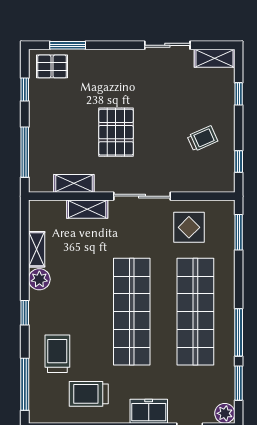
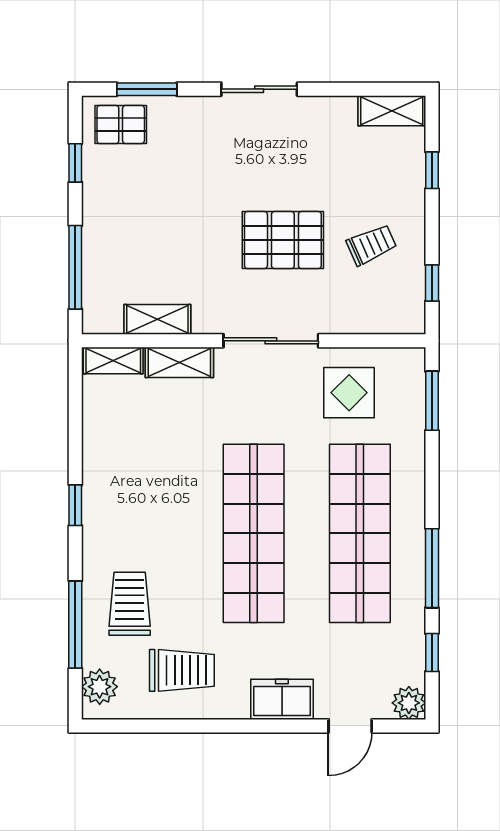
sliding door: (167, 45) -> (259, 89), moved
pallet: (116, 132) -> (283, 240), moved, turned 90
shelving: (37, 249) -> (113, 361), moved, turned 90
plant: (39, 279) -> (100, 687), moved
window: (25, 313) -> (75, 505), moved
window: (239, 383) -> (432, 653), width x0.67
window: (25, 384) -> (75, 625), moved
trolley: (89, 394) -> (182, 670), turned 180

